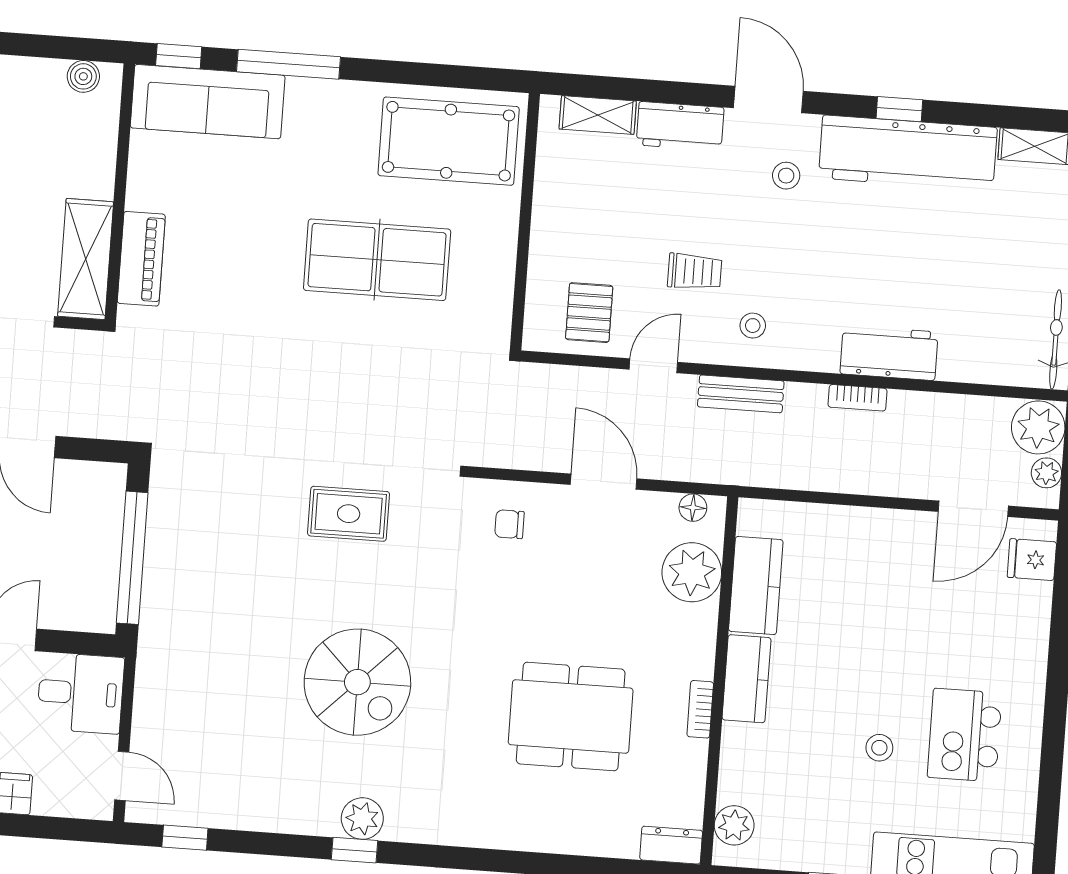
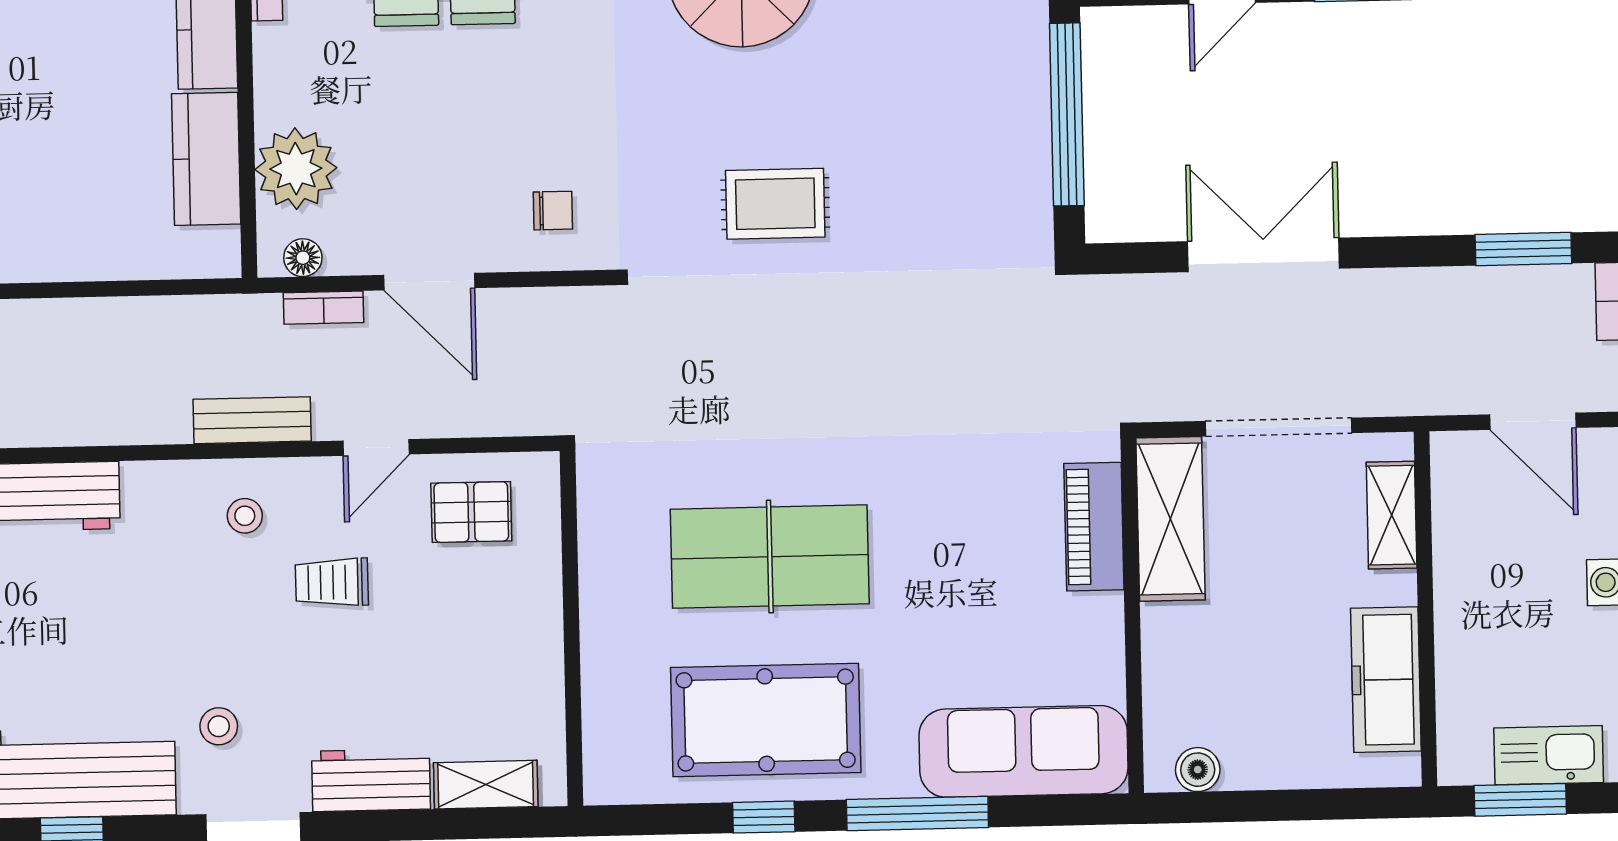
window: (179, 56) -> (764, 817), moved
pool table: (449, 141) -> (766, 720), moved
pallet: (589, 313) -> (471, 512), turned 90
bookcase: (857, 398) -> (324, 308), moved, turned 180

